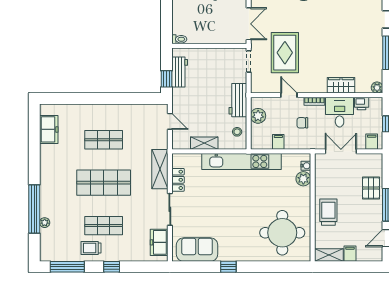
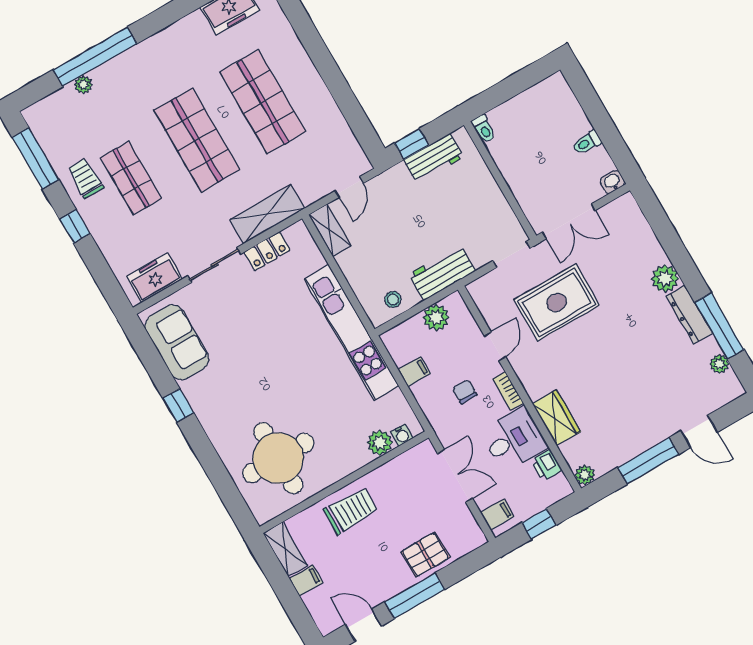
shop shelf: (104, 140) -> (263, 102), width x1.43, depth x1.36
shelving: (204, 143) -> (330, 230), moved

